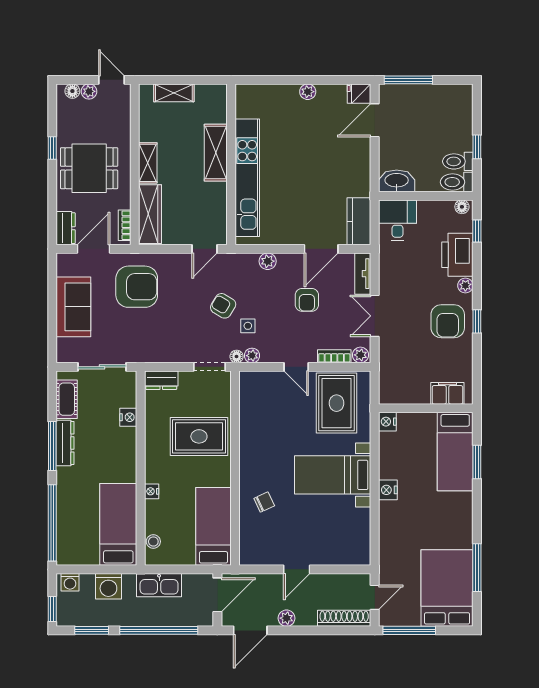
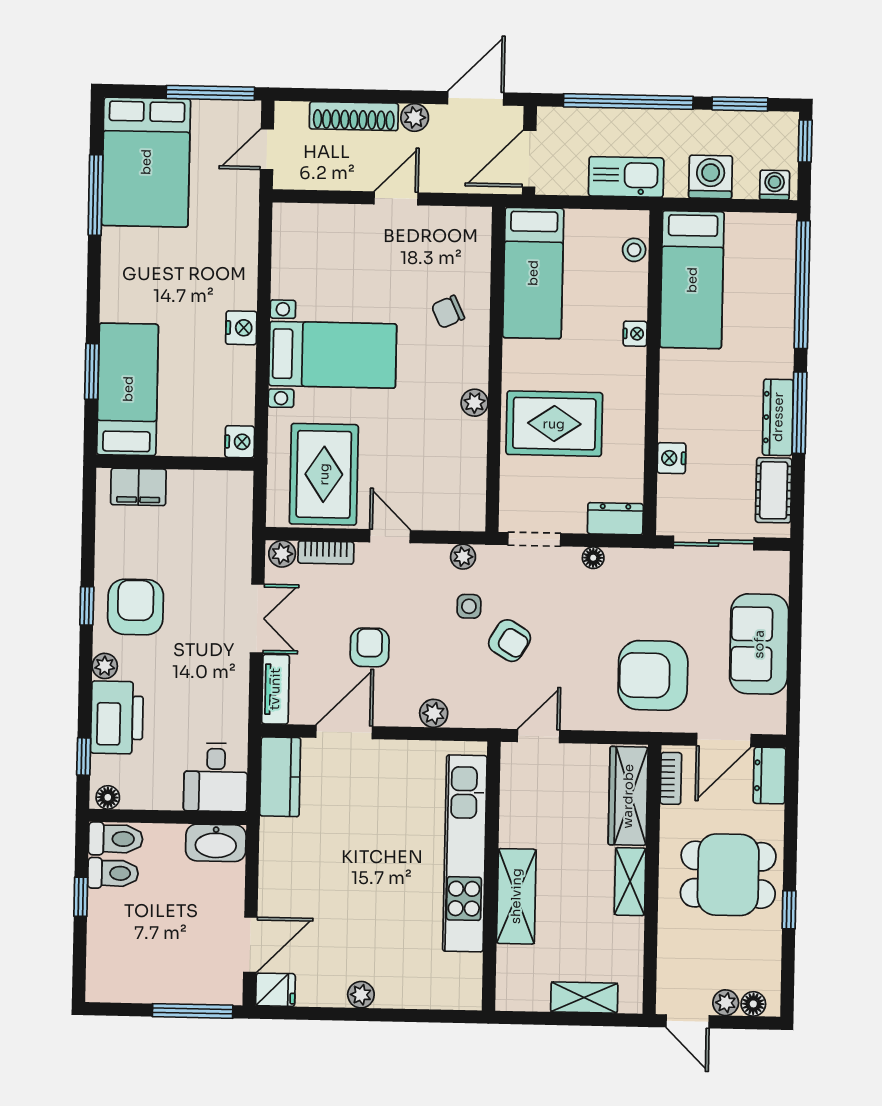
floor lamp: (237, 357) -> (593, 558), moved
plant: (247, 448) -> (475, 403), added
shoe rack: (344, 618) -> (354, 116), moved

